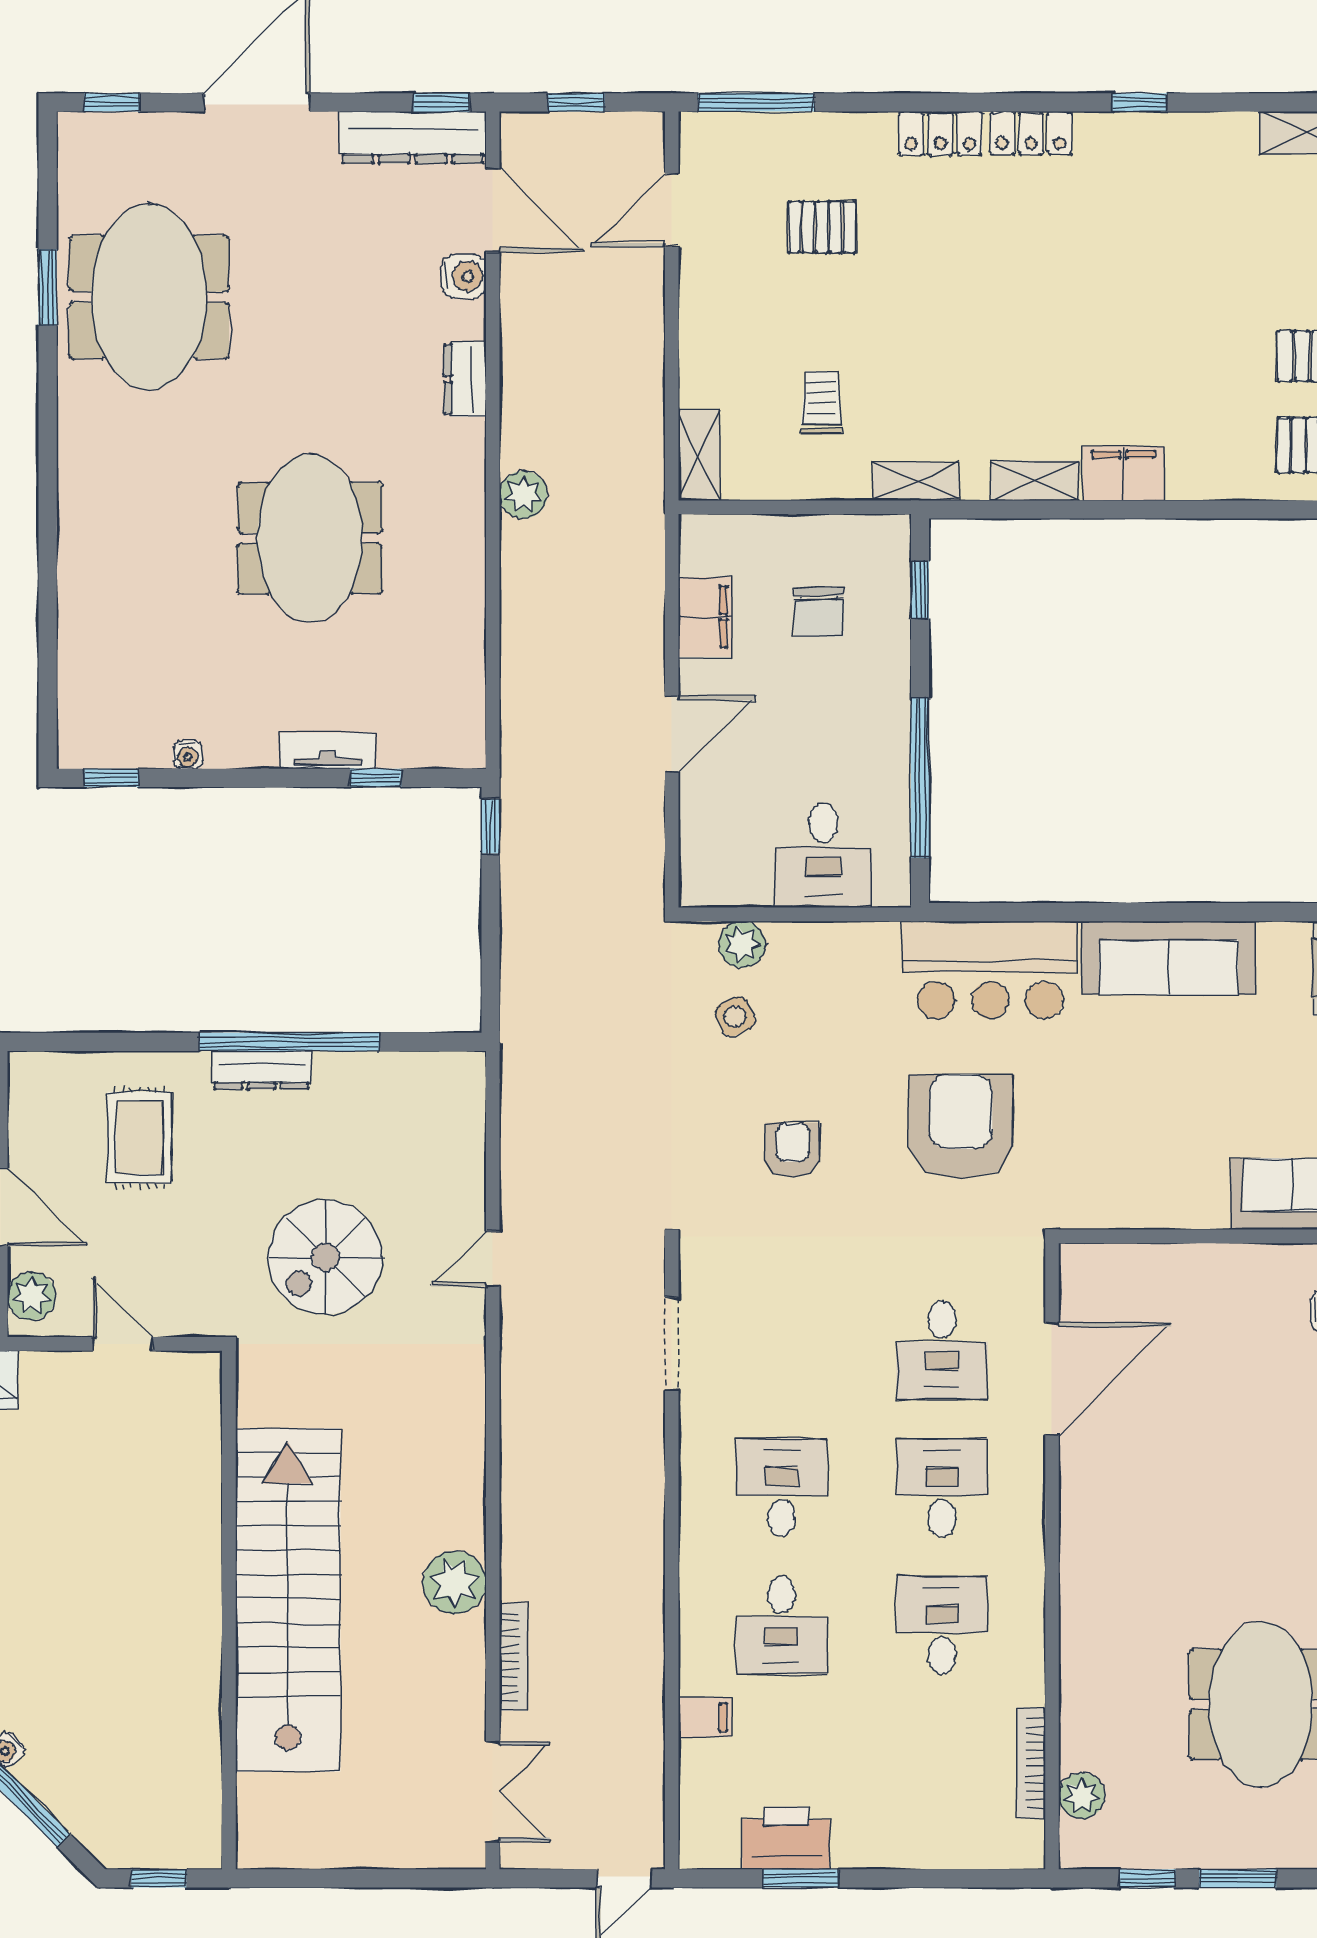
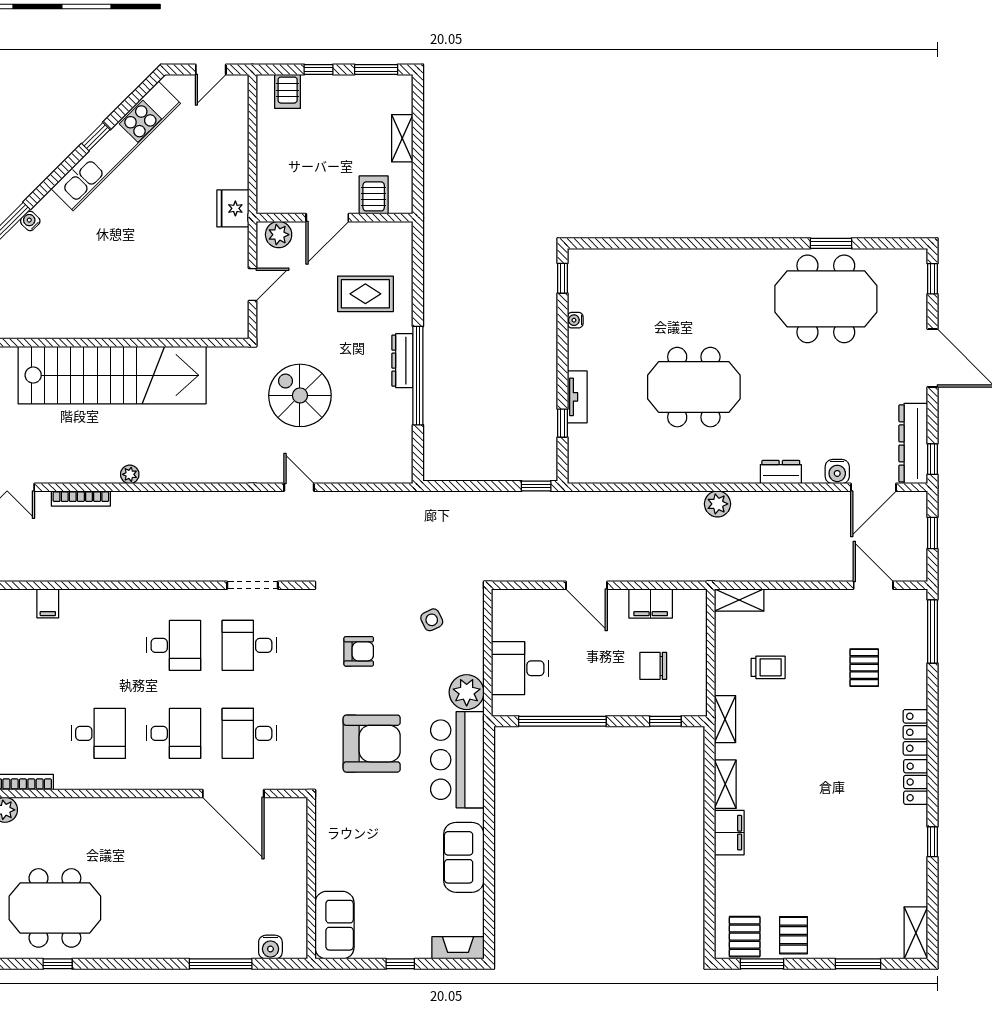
plant: (742, 944) -> (467, 692), moved, width x1.36, depth x1.36
sofa: (1168, 958) -> (464, 857), width x0.73
plant: (455, 1583) -> (130, 474), width x0.53, depth x0.53
desk: (782, 1625) -> (249, 645), moved

